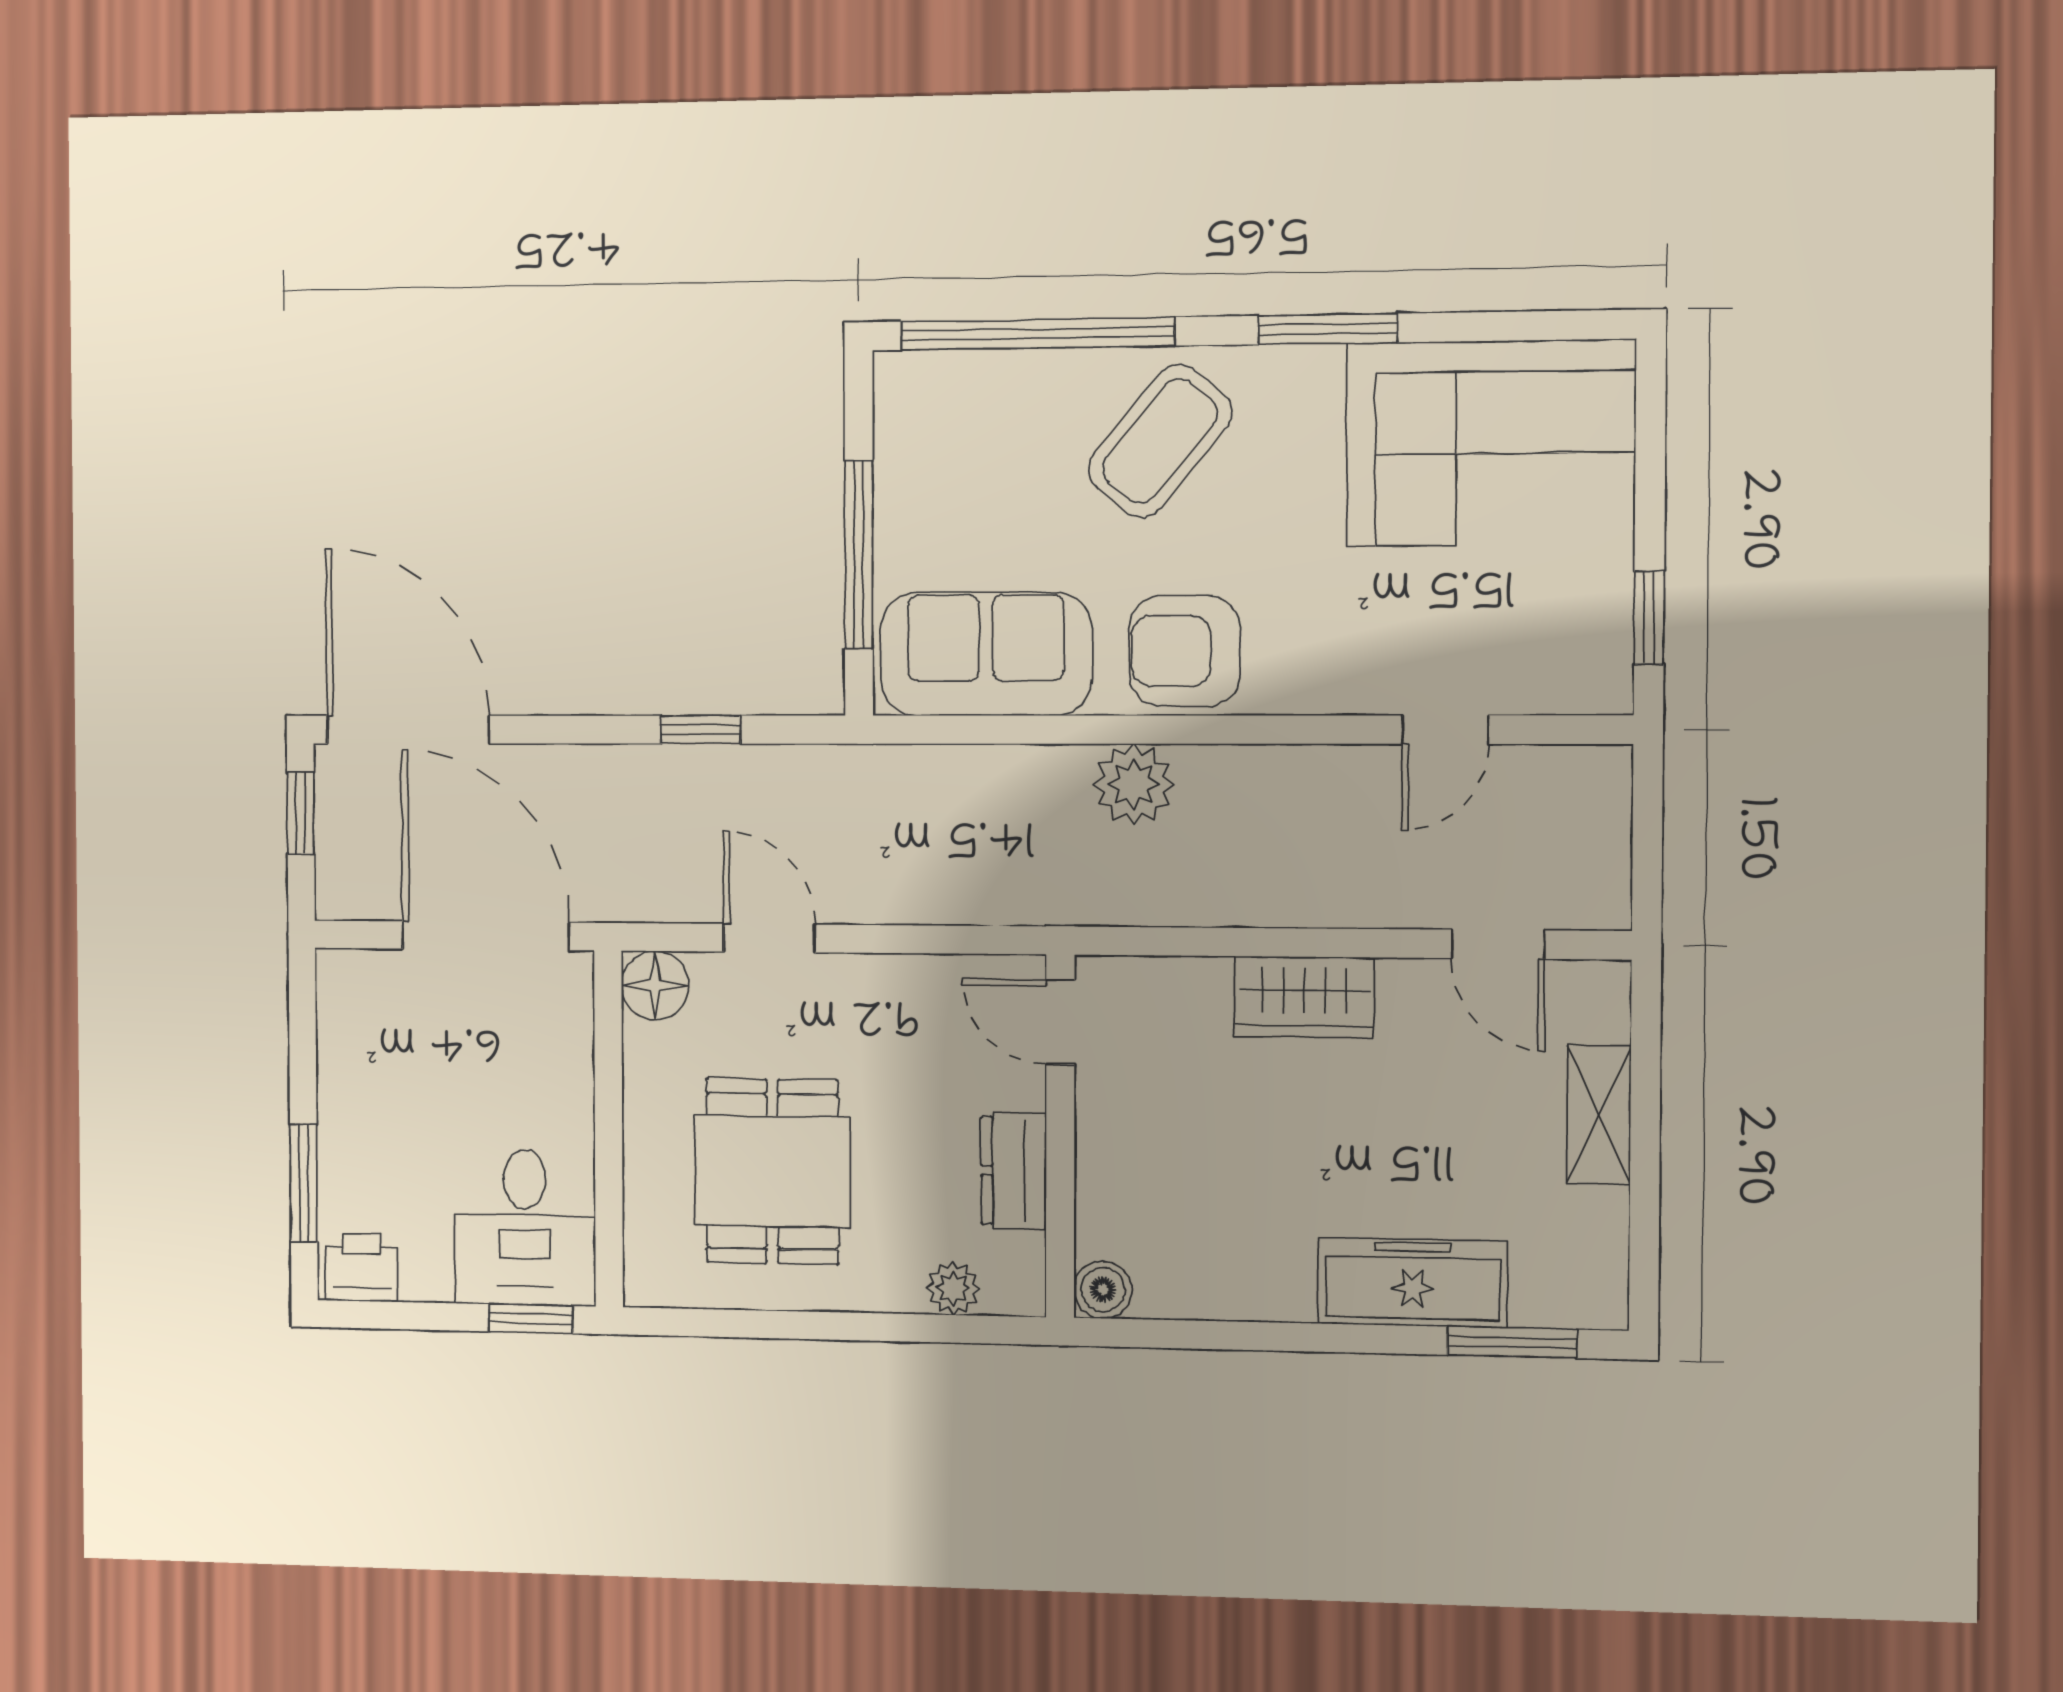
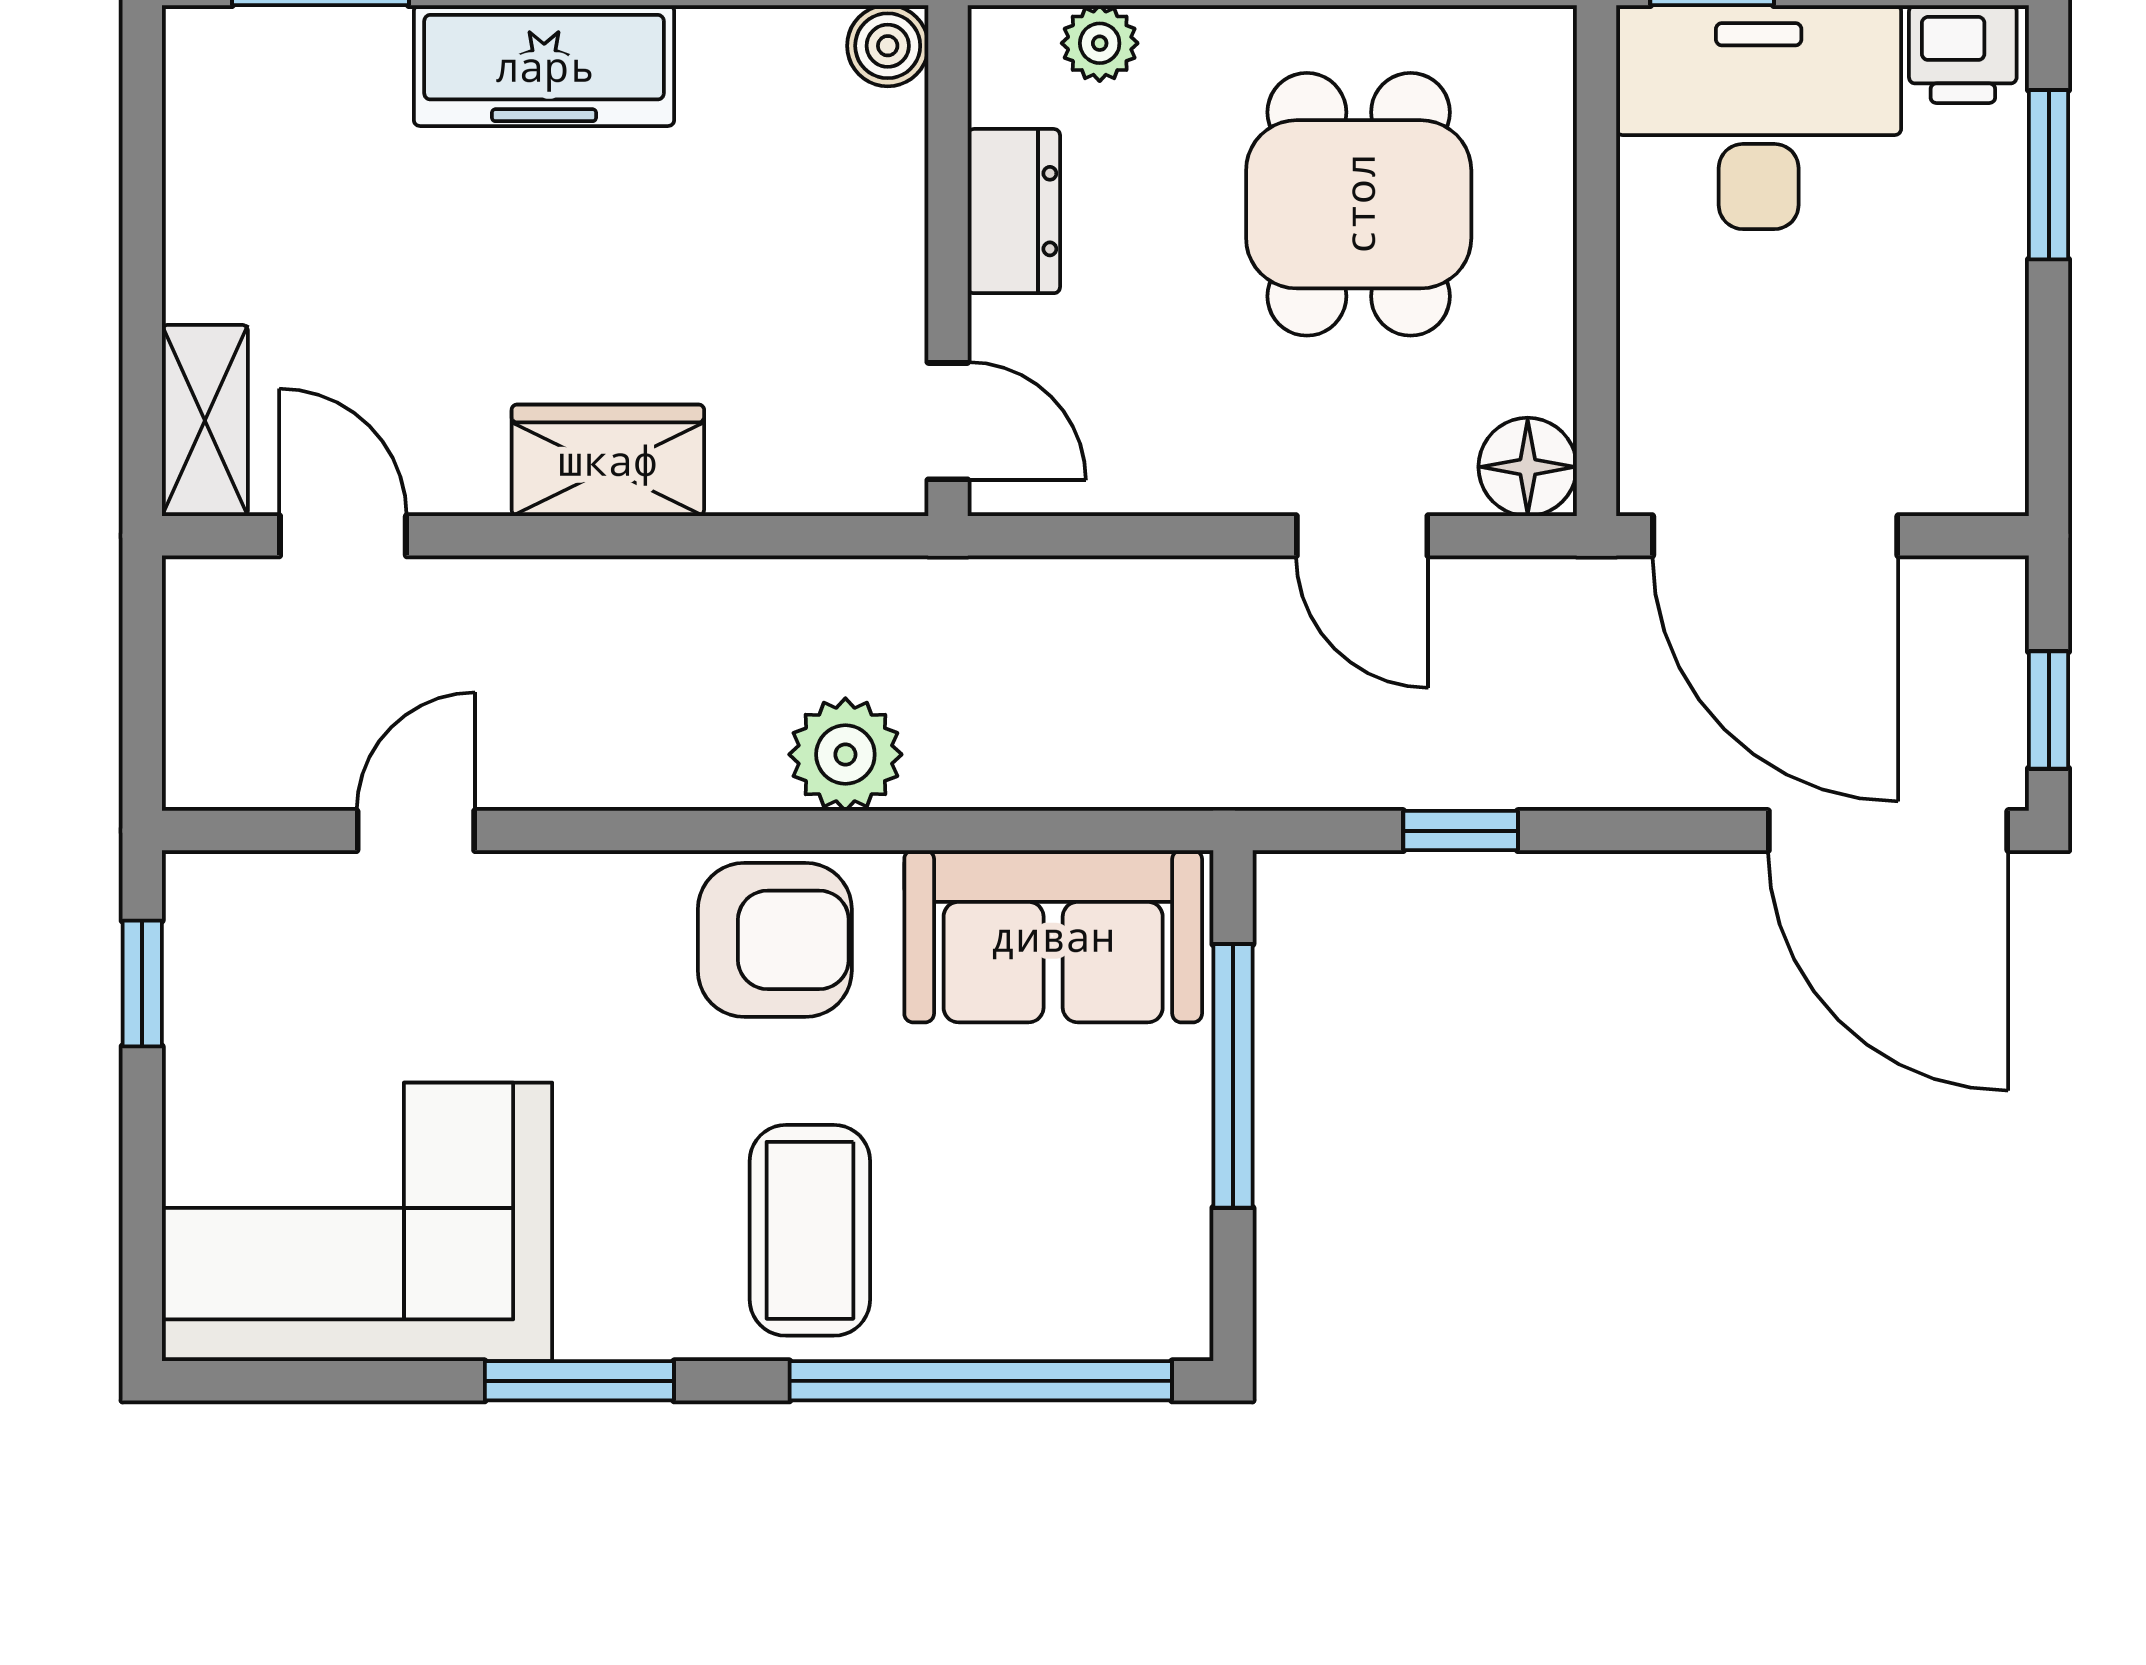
coffee table: (1160, 441) -> (810, 1230), turned -40
shelving: (1599, 1115) -> (205, 420), moved
desk: (525, 1227) -> (1759, 117), width x1.37
freezer: (1413, 1282) -> (544, 66), moved

